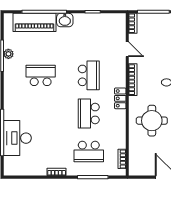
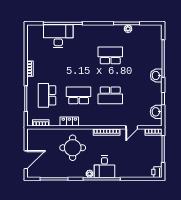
washbasin: (109, 20) -> (156, 112), added
piano: (34, 22) -> (154, 50), removed
school desk: (41, 75) -> (110, 55), turned -90
locker: (120, 98) -> (69, 122), moved

